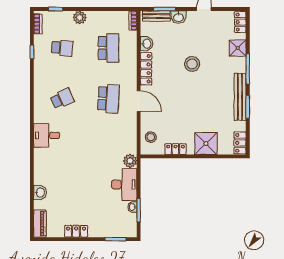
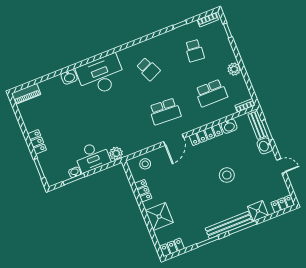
plant: (80, 17) -> (234, 69), moved
bench: (240, 97) -> (229, 225), moved
desk: (47, 135) -> (101, 75), width x1.87, depth x1.30
washbasin: (40, 192) -> (69, 77), moved
locker: (76, 231) -> (37, 142), moved

